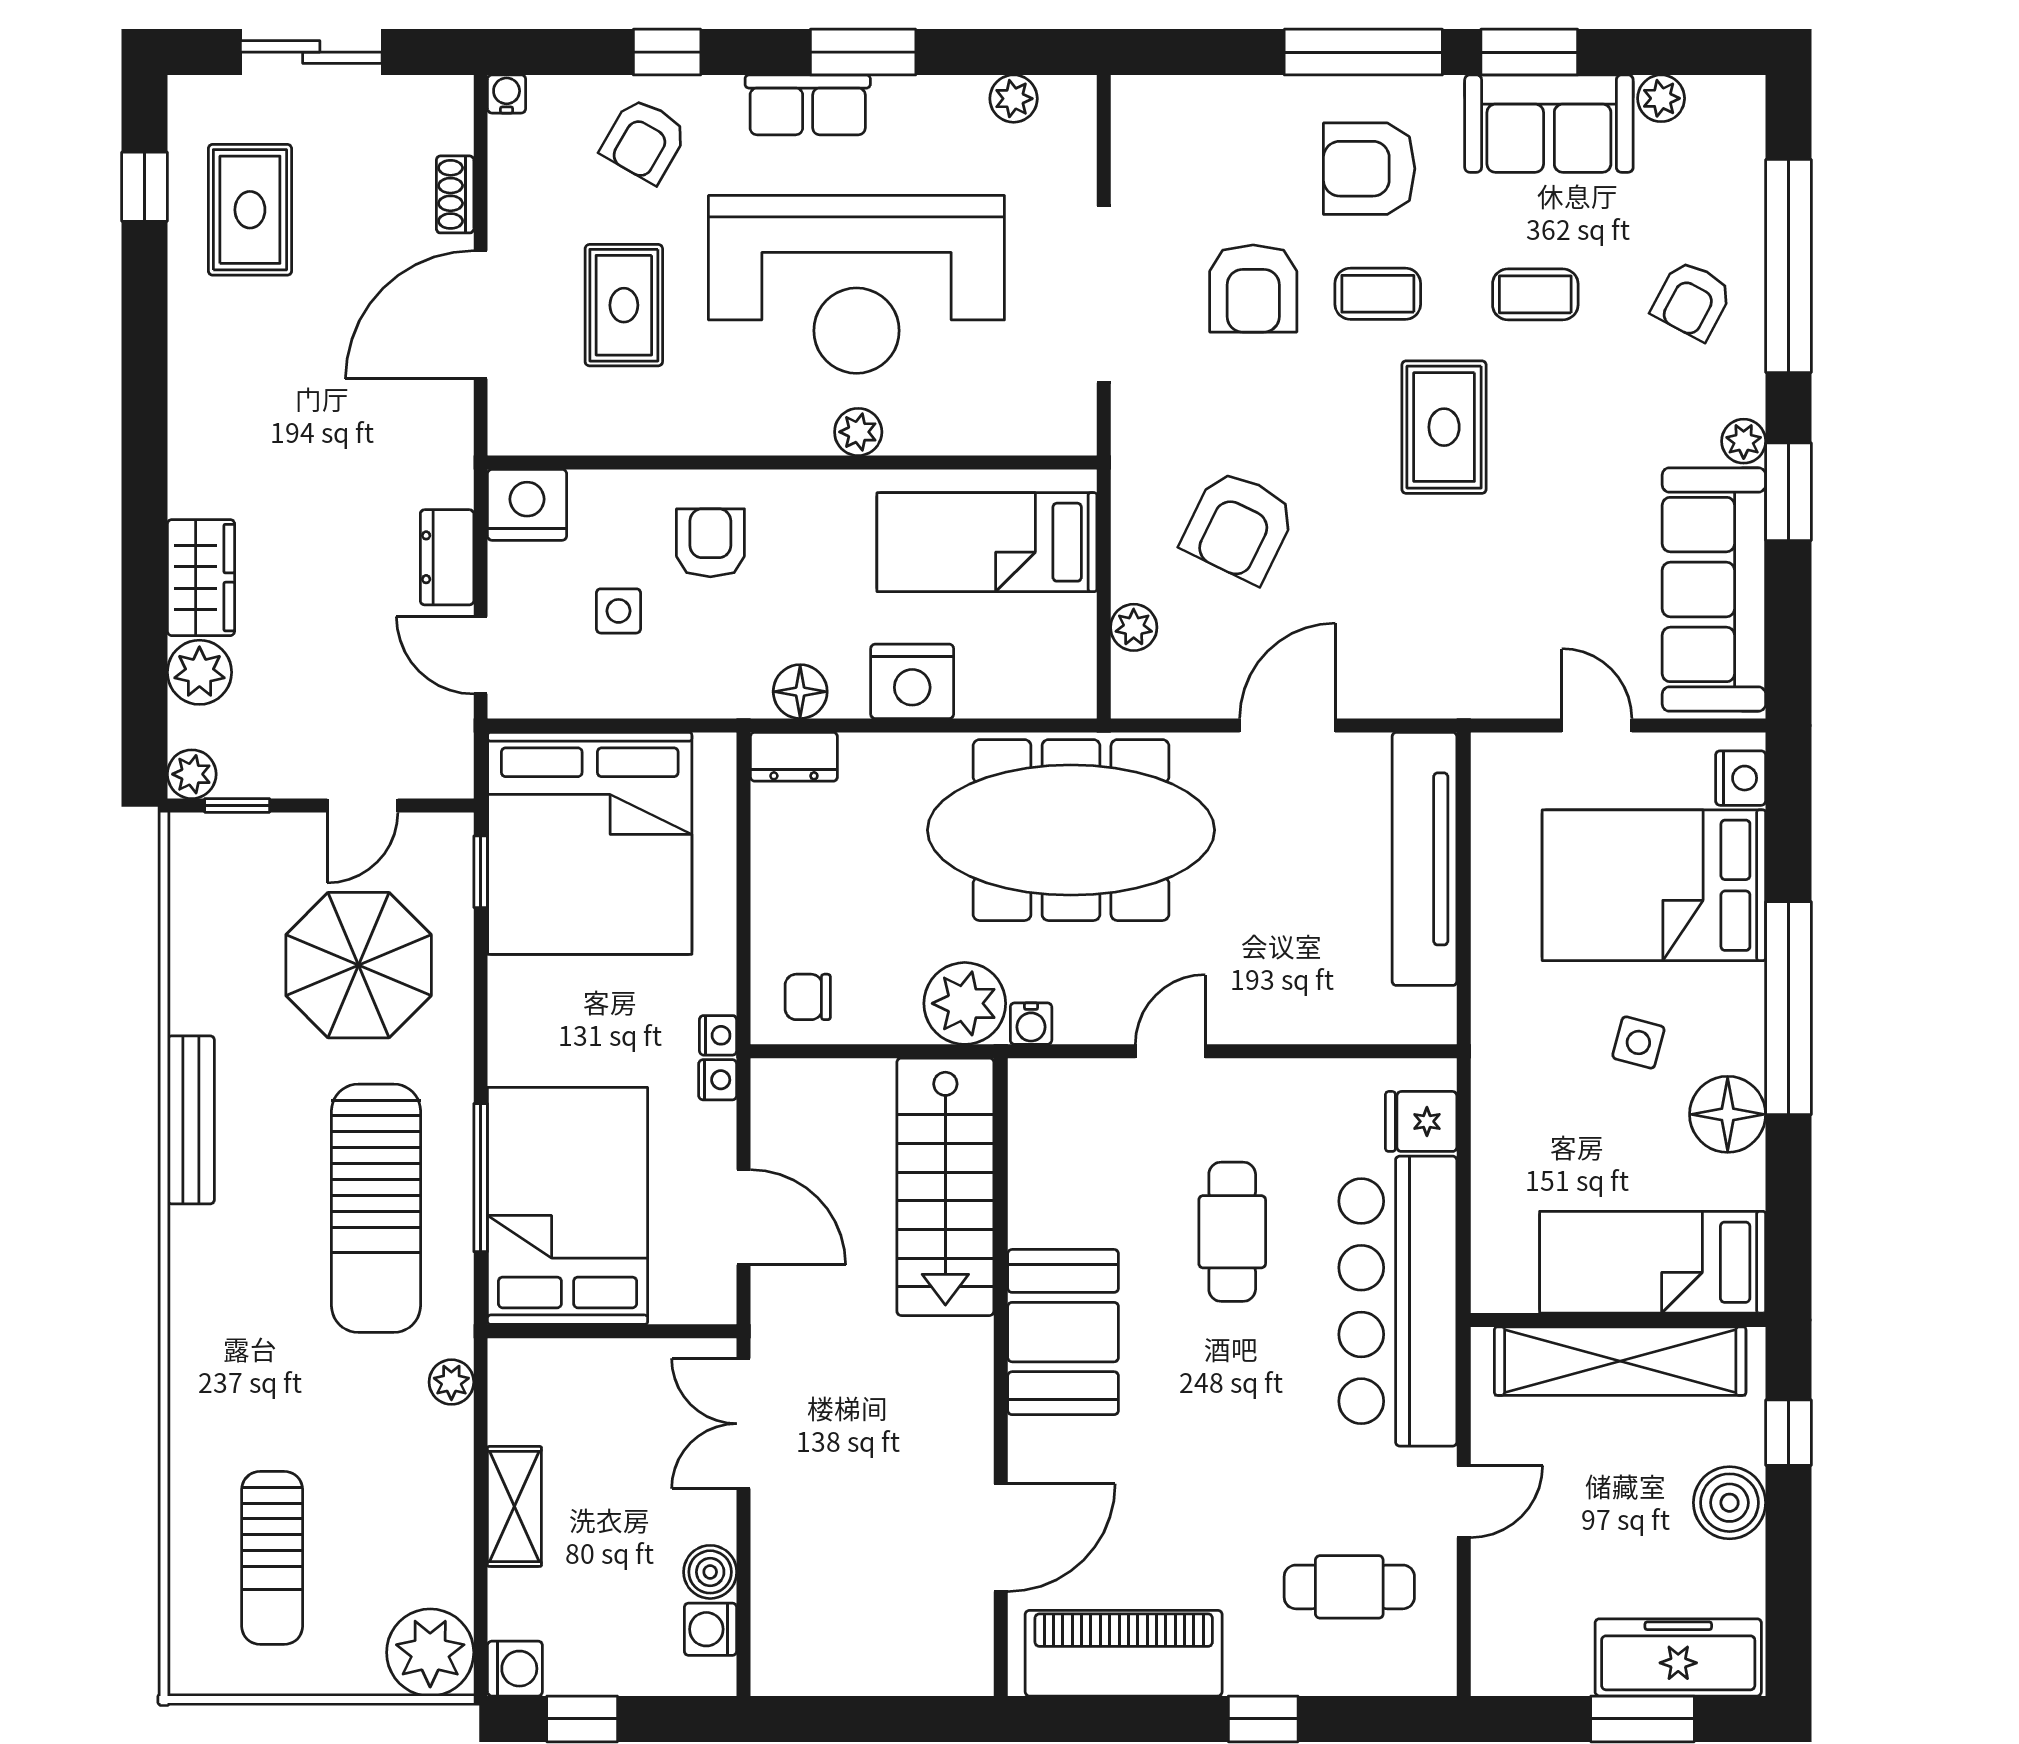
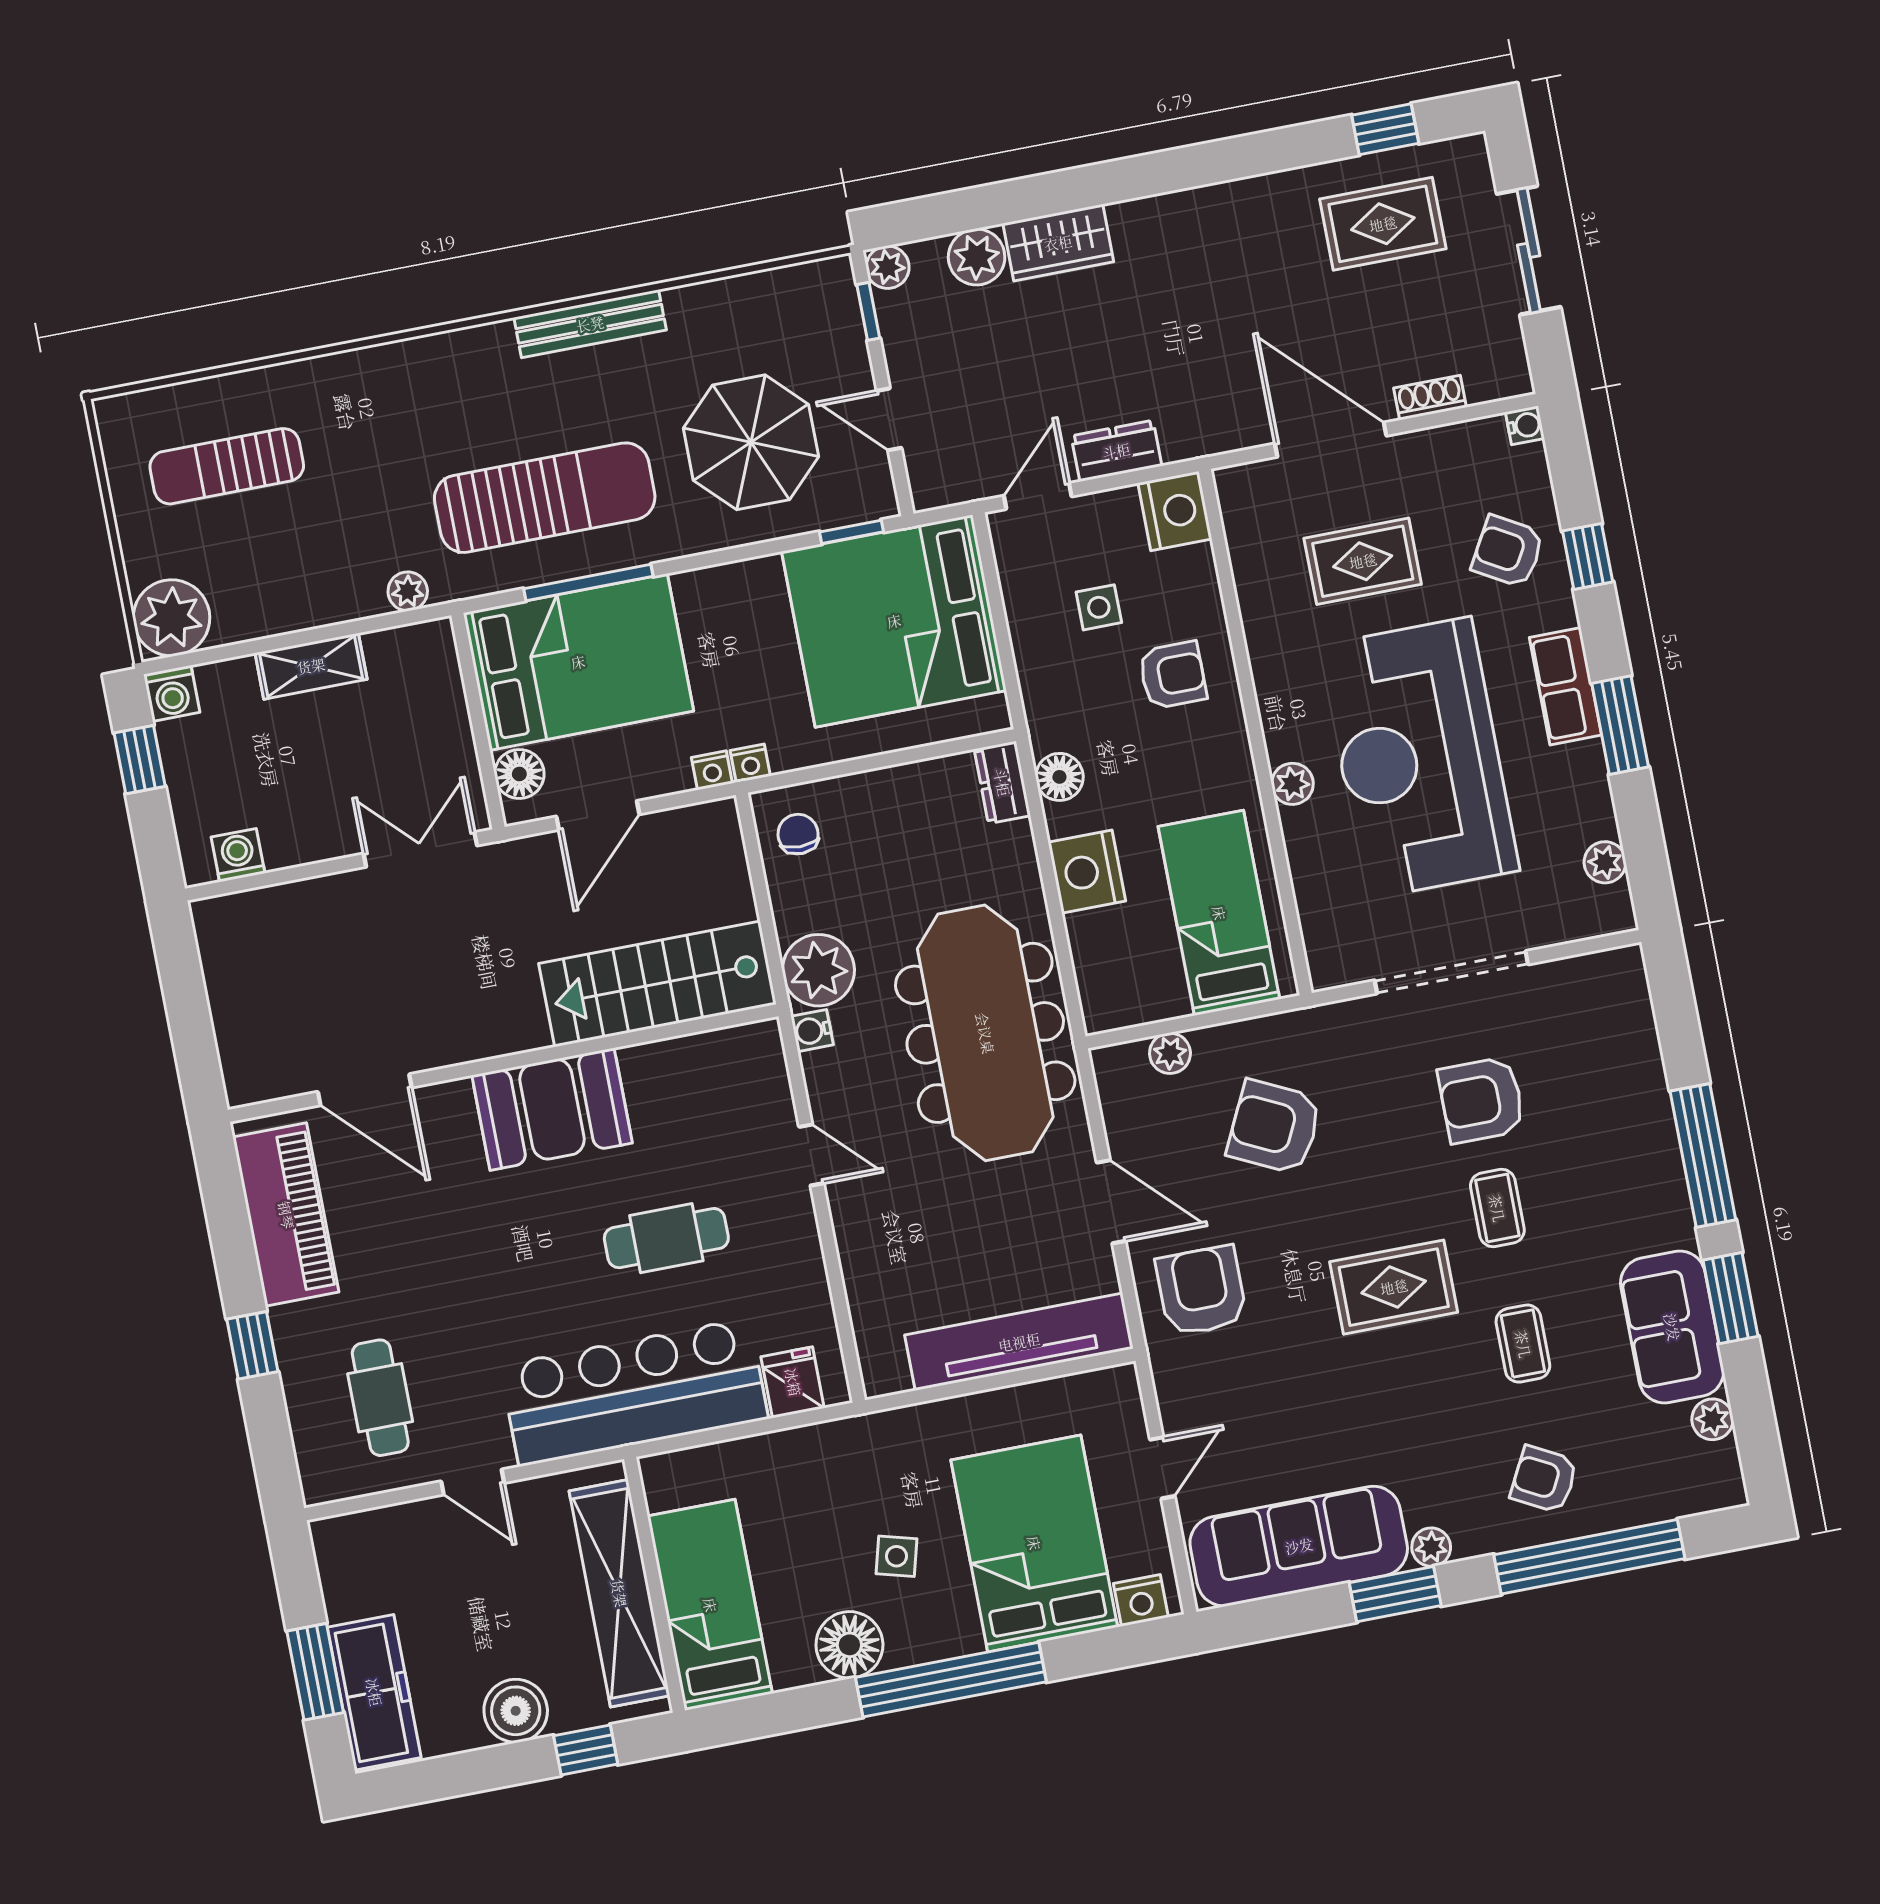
armchair: (1369, 169) -> (1201, 1291), moved
sun lounger: (376, 1208) -> (545, 498), turned 180
floor lamp: (680, 1296) -> (519, 774), added
boiler: (710, 1572) -> (287, 845), removed

